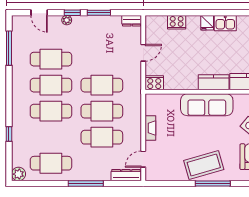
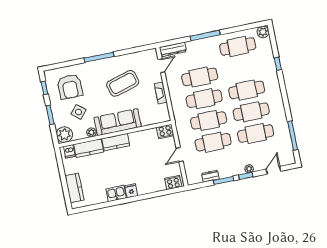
door: (39, 13) -> (273, 170), hinge flipped
dresser: (132, 21) -> (210, 176), moved
cooker: (177, 22) -> (173, 183), moved
cafe table: (102, 59) -> (213, 142), added
plant: (239, 99) -> (91, 132), added
coffee table: (204, 165) -> (123, 83), moved

